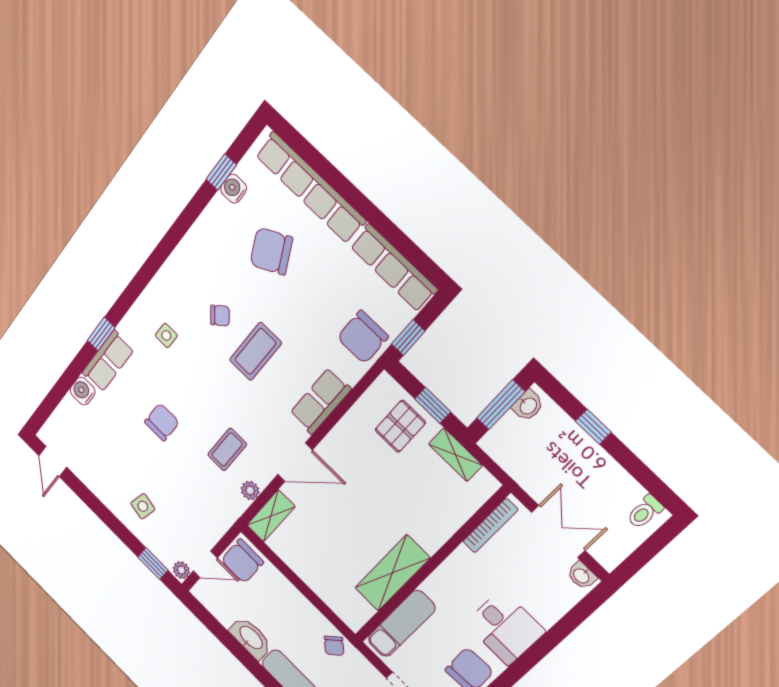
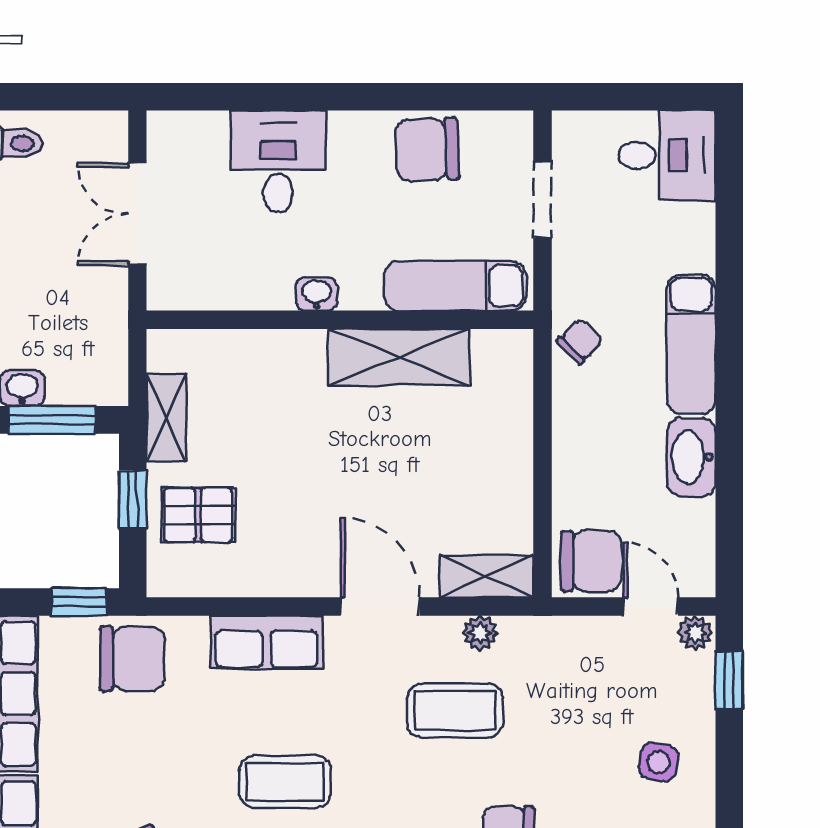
coffee table: (227, 449) -> (455, 711), width x1.36, depth x1.30
bookcase: (490, 526) -> (212, 297), removed
washbasin: (582, 576) -> (316, 294), moved, turned -90
desk: (505, 627) -> (278, 162), moved

